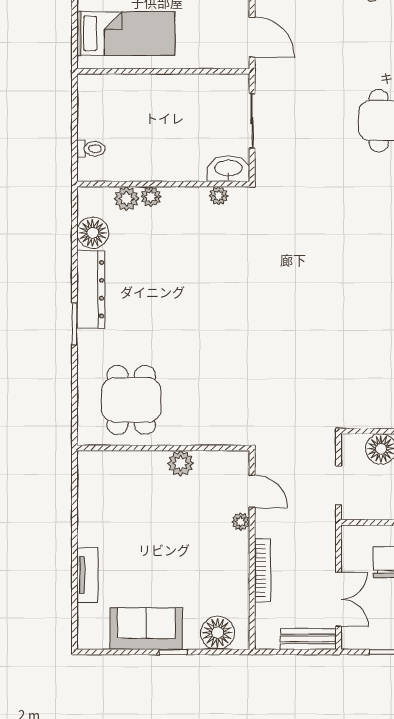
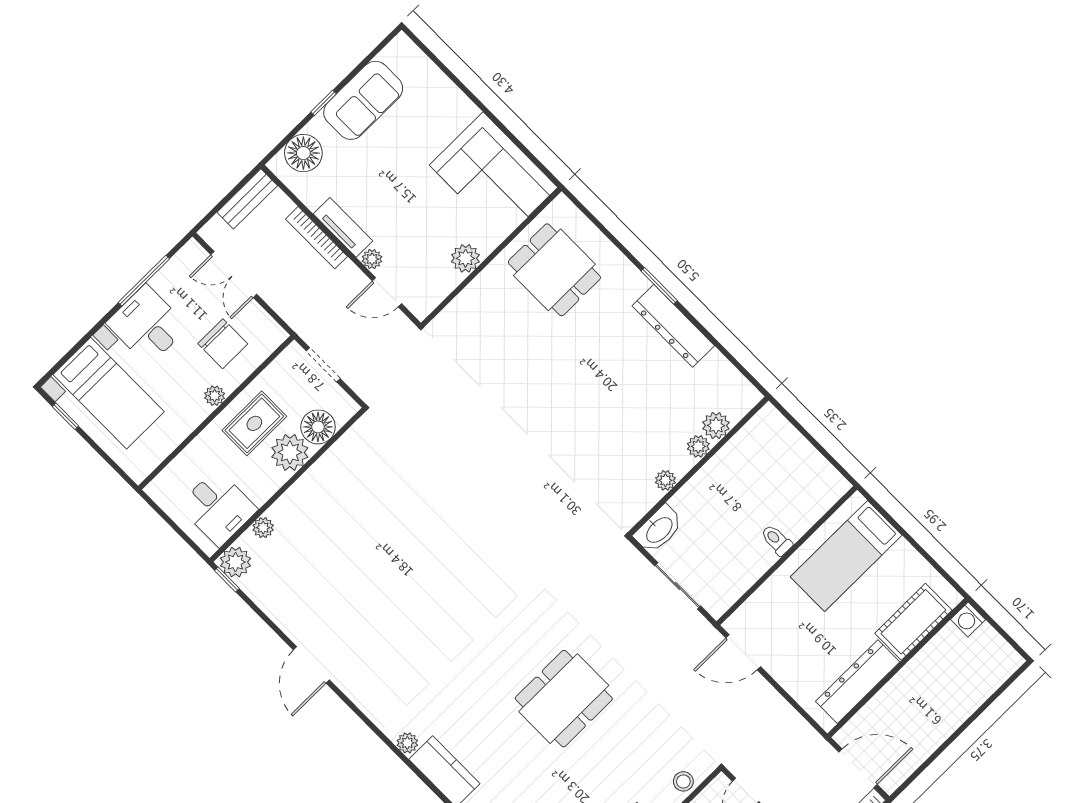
toilet: (91, 149) -> (776, 540), moved, turned 90
plant: (219, 196) -> (665, 480), moved
floor lamp: (93, 233) -> (716, 372), removed
corner sofa: (111, 498) -> (493, 176), added
tv unit: (87, 575) -> (343, 227), moved, turned 180
bench: (308, 639) -> (247, 199), moved

